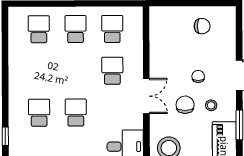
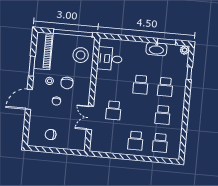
school desk: (112, 29) -> (163, 115), moved
double door: (146, 96) -> (90, 118), moved

